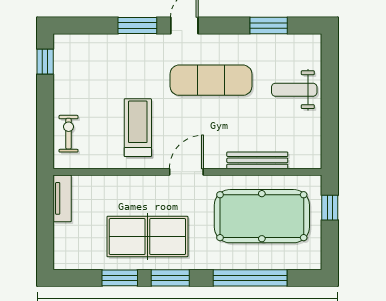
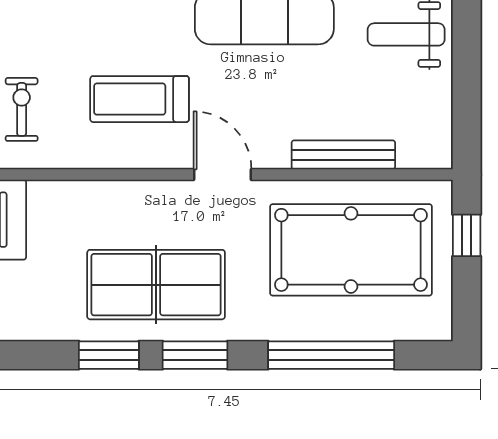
treadmill: (138, 128) -> (140, 99), turned -90
door: (186, 172) -> (222, 174), hinge flipped

